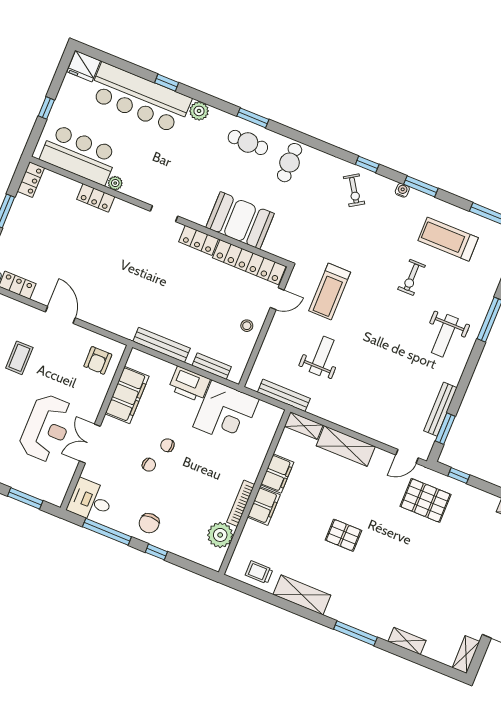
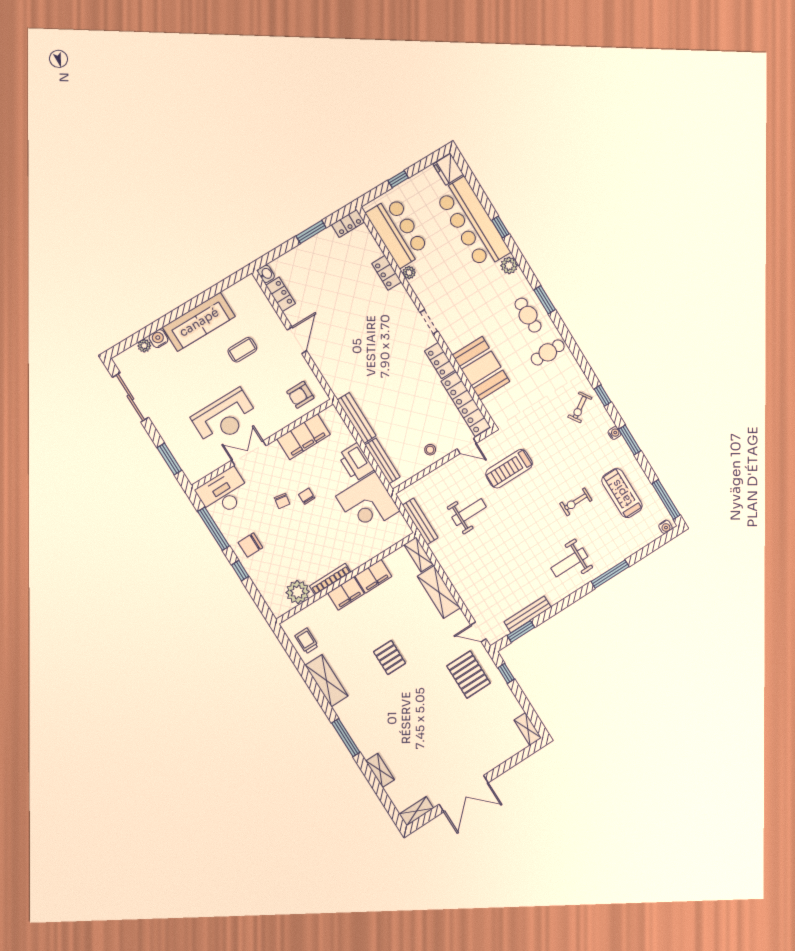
bench: (212, 366) -> (383, 461), width x1.36
desk: (91, 501) -> (224, 493), width x1.37

